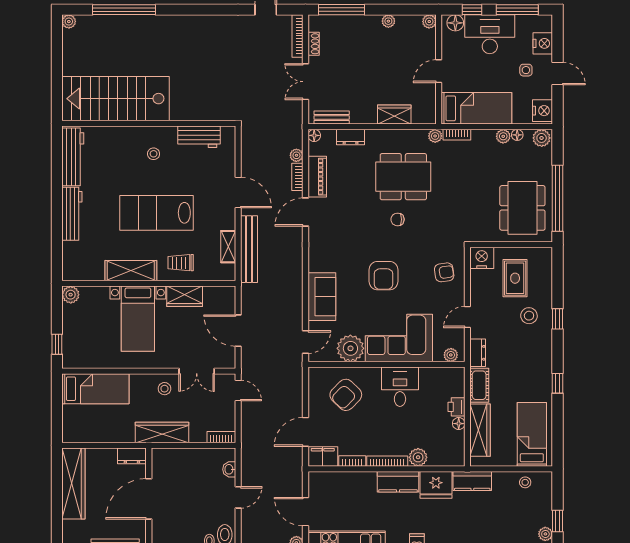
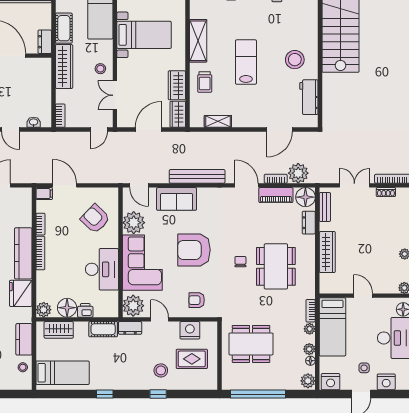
wardrobe: (394, 115) -> (327, 252), width x1.50
floor lamp: (314, 135) -> (305, 197), width x1.89, depth x1.89
plant: (435, 136) -> (310, 329), moved
stool: (154, 154) -> (295, 60), width x1.89, depth x1.89
plant: (296, 155) -> (298, 173), width x1.87, depth x1.87
door: (238, 192) -> (280, 130), moved
dining table: (522, 208) -> (251, 344), moved
lab bench: (156, 213) -> (246, 62), width x0.73, depth x0.72
bench: (249, 249) -> (197, 176), moved
nightstand: (482, 258) -> (190, 330), moved, turned -90
trolley: (181, 263) -> (205, 82), turned 180
armchair: (444, 272) -> (197, 300), turned 99
armchair: (383, 276) -> (194, 250), width x1.36, depth x1.36
wardrobe: (220, 295) -> (178, 114), added
bed with nightstands: (138, 319) -> (144, 35), moved, turned 180
plant: (451, 355) -> (133, 306), width x1.88, depth x1.88
desk: (400, 387) -> (102, 269), width x1.37
floor lamp: (459, 424) -> (67, 308), width x1.89, depth x1.89
wardrobe: (480, 430) -> (59, 330), width x0.67
cot: (116, 433) -> (64, 28), added
filing cabinet: (323, 457) -> (44, 194), width x0.50
plant: (418, 457) -> (44, 310), moved
kitchen counter: (472, 481) -> (24, 339), moved
kitchen counter: (398, 482) -> (23, 253), width x1.50

